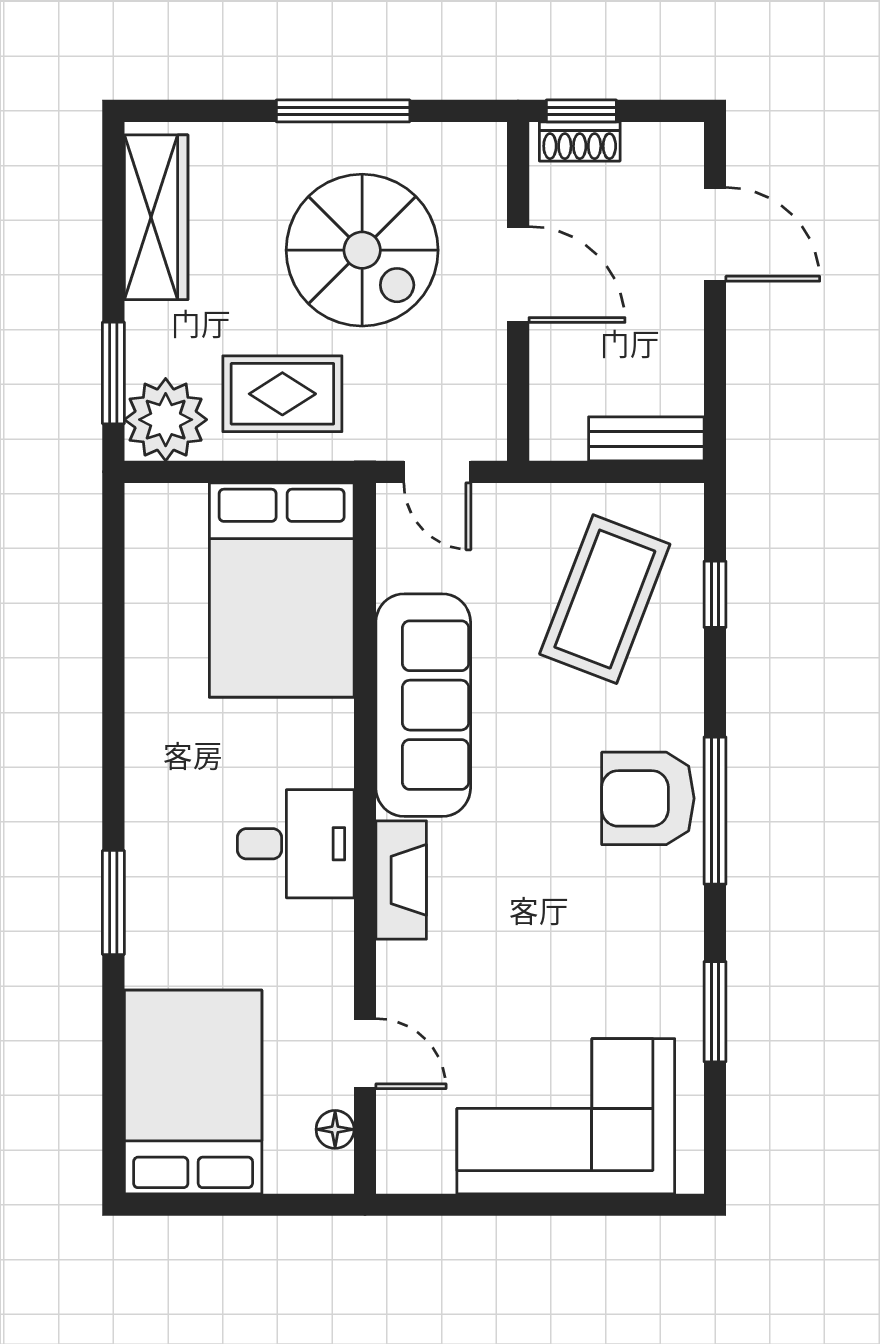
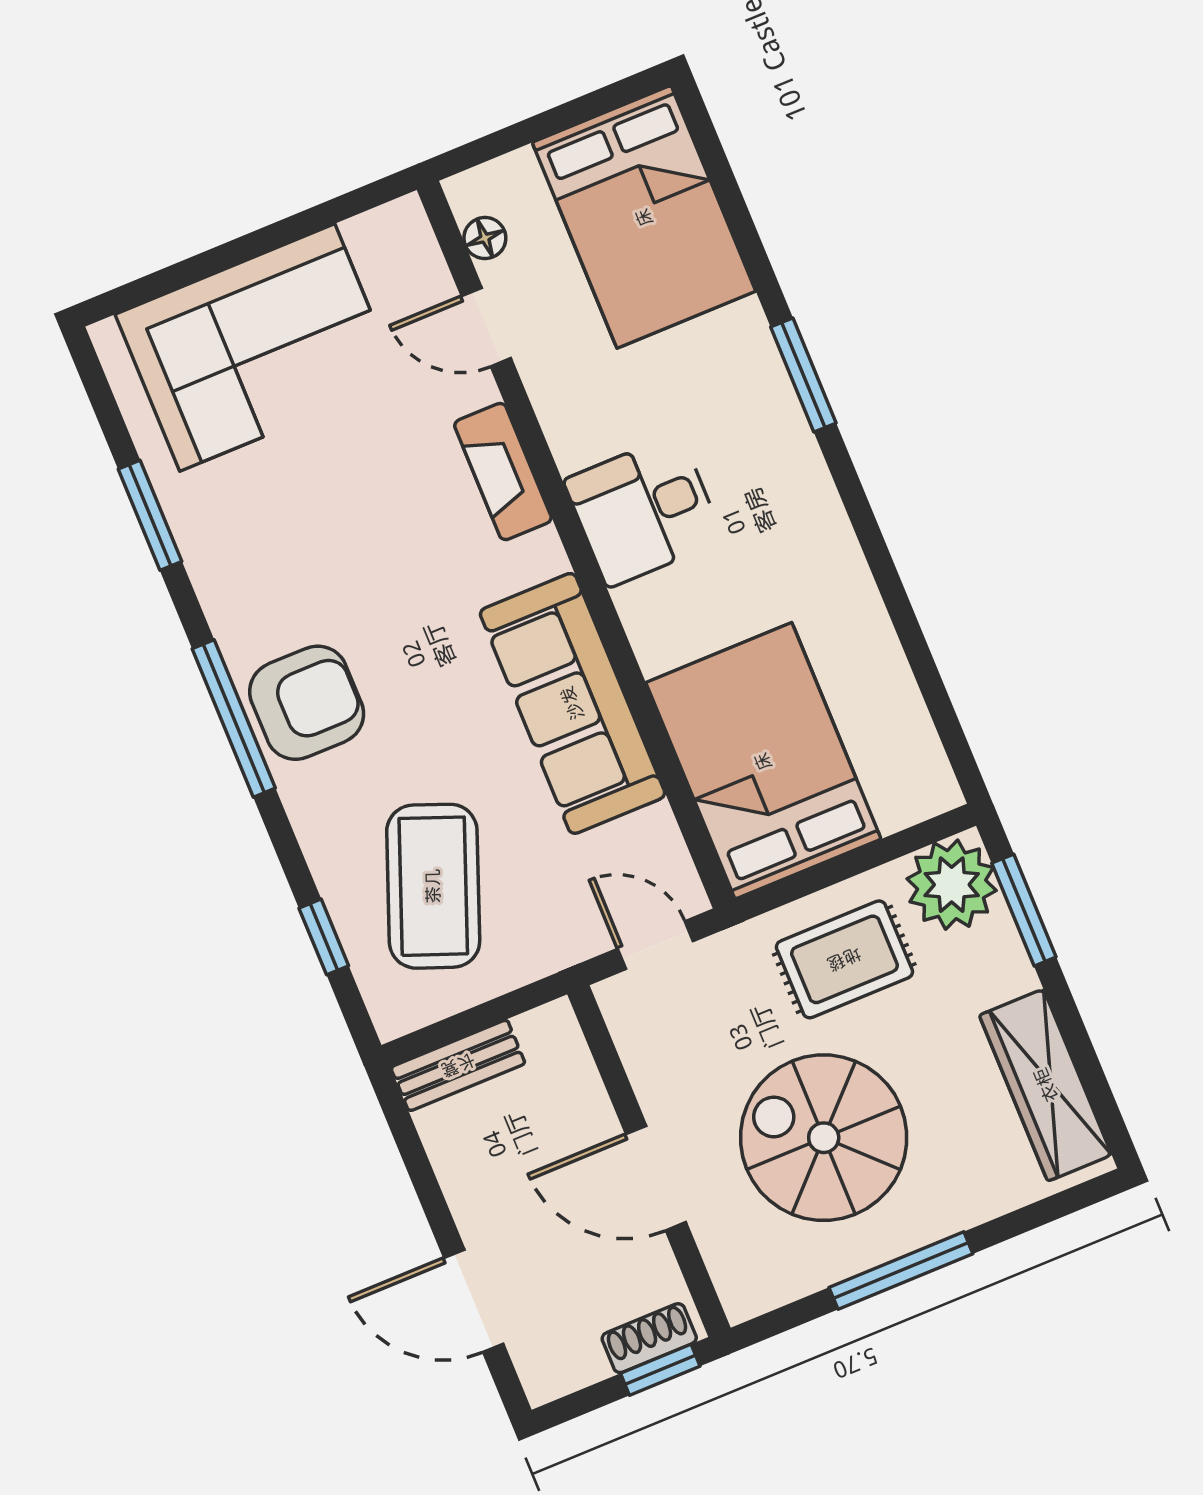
fireplace: (401, 880) -> (503, 472), moved

